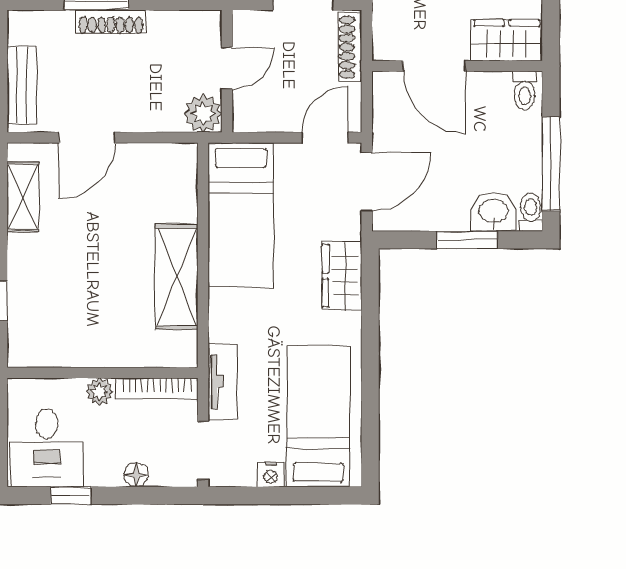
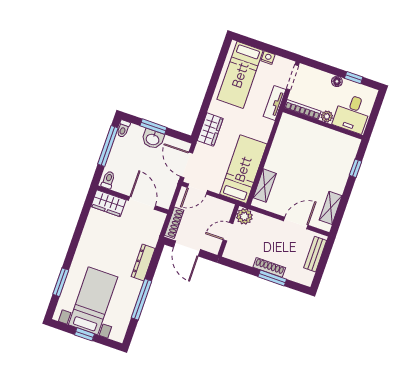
door: (367, 182) -> (186, 165), hinge flipped
washbasin: (494, 212) -> (153, 139), moved
shelving: (177, 277) -> (265, 186), moved, width x0.67, depth x0.75
desk: (47, 448) -> (352, 113), moved, turned 180
floor lamp: (136, 475) -> (337, 81), moved

